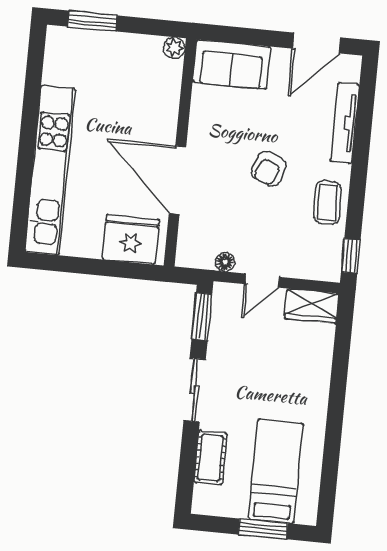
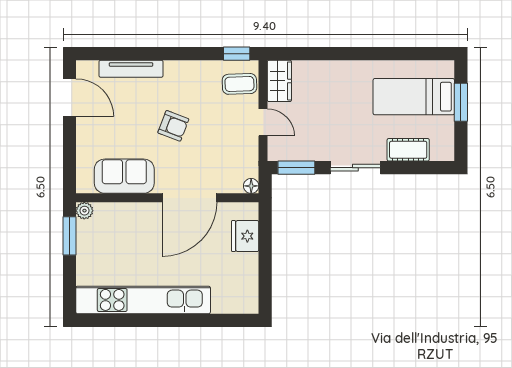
window: (92, 21) -> (69, 236), moved
sofa: (232, 64) -> (124, 176), moved, turned -90
kitchen unit: (50, 170) -> (143, 300), moved
coffee table: (327, 202) -> (239, 84), moved
fridge: (131, 240) -> (245, 236), width x0.73, depth x0.75
floor lamp: (225, 262) -> (251, 186), moved

